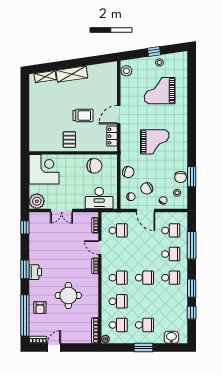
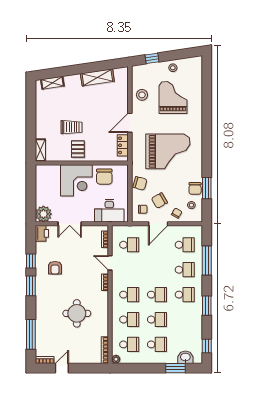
window: (154, 51) -> (152, 58), moved
stool: (126, 71) -> (142, 95), moved
shelving: (72, 74) -> (97, 77), moved
grand piano: (160, 91) -> (173, 97), turned 90
trolley: (83, 115) -> (71, 127), moved
shelving: (34, 141) -> (40, 150), added
grand piano: (155, 142) -> (168, 151), width x1.37, depth x1.48
chair: (94, 166) -> (104, 177), turned 90
corner desk: (44, 169) -> (76, 180), moved, turned 90
door: (146, 211) -> (158, 224), hinge flipped
window: (25, 227) -> (31, 261), moved
printer: (35, 272) -> (42, 233), moved
school desk: (144, 301) -> (157, 320), added
armchair: (40, 308) -> (55, 268), moved
window: (192, 313) -> (207, 346), moved
window: (25, 315) -> (31, 334), width x0.68
window: (143, 347) -> (175, 368), moved

